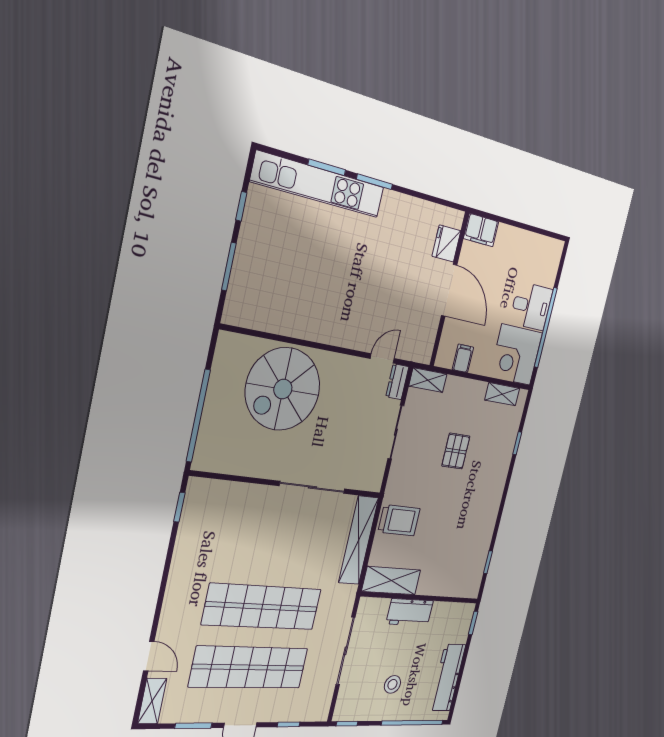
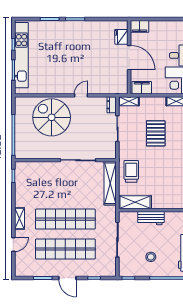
kitchen unit: (318, 185) -> (21, 55), moved, turned -90
door: (382, 358) -> (81, 95), moved
filing cabinet: (463, 358) -> (142, 88), width x2.00
spiral stairs: (283, 389) -> (52, 117), turned 90
pallet: (456, 451) -> (156, 133), width x1.50, depth x1.42
trolley: (399, 520) -> (131, 171), turned -90
door: (149, 656) -> (13, 245), hinge flipped
shelving: (152, 701) -> (20, 219), moved

